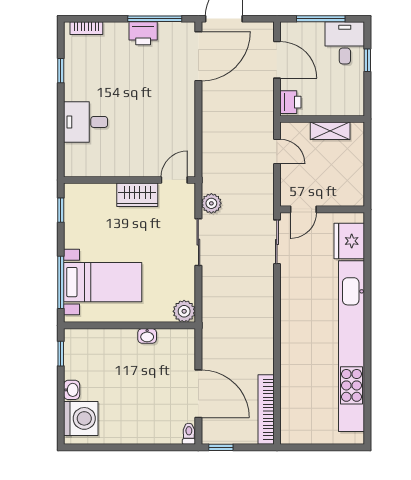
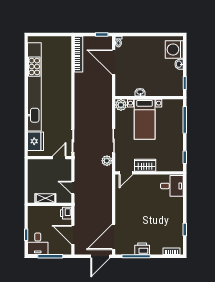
desk: (86, 122) -> (172, 186), moved
bed with nightstands: (103, 282) -> (145, 119), moved, turned -90

